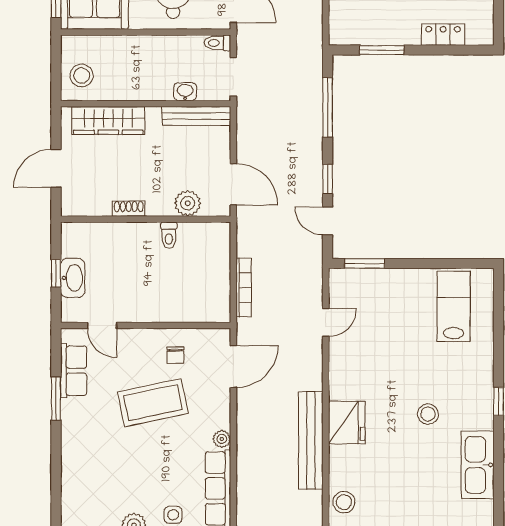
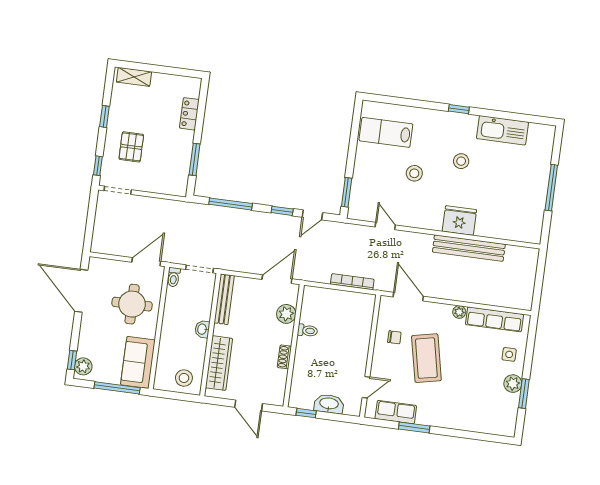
washbasin: (185, 92) -> (202, 329), moved
window: (56, 273) -> (306, 413), moved
stool: (344, 502) -> (414, 173), moved

